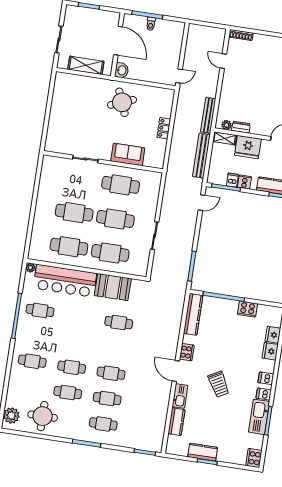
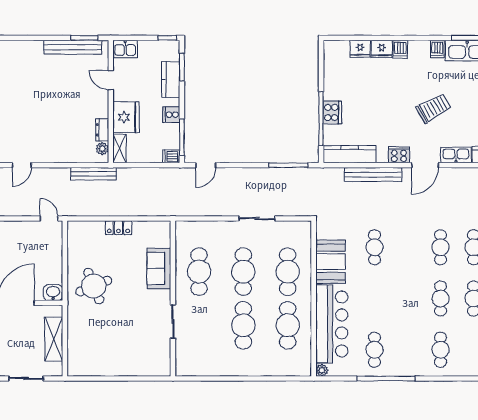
bench: (201, 156) -> (373, 175), moved
dishwasher: (232, 180) -> (171, 156), moved
door: (202, 203) -> (206, 165), swing flipped
cooker: (247, 309) -> (332, 112), moved
dishwasher: (266, 378) -> (400, 49), moved

